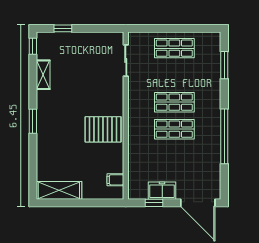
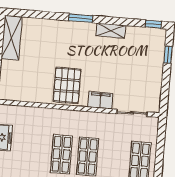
shelving: (43, 75) -> (111, 31), moved
filing cabinet: (115, 180) -> (100, 100), moved, width x2.00

